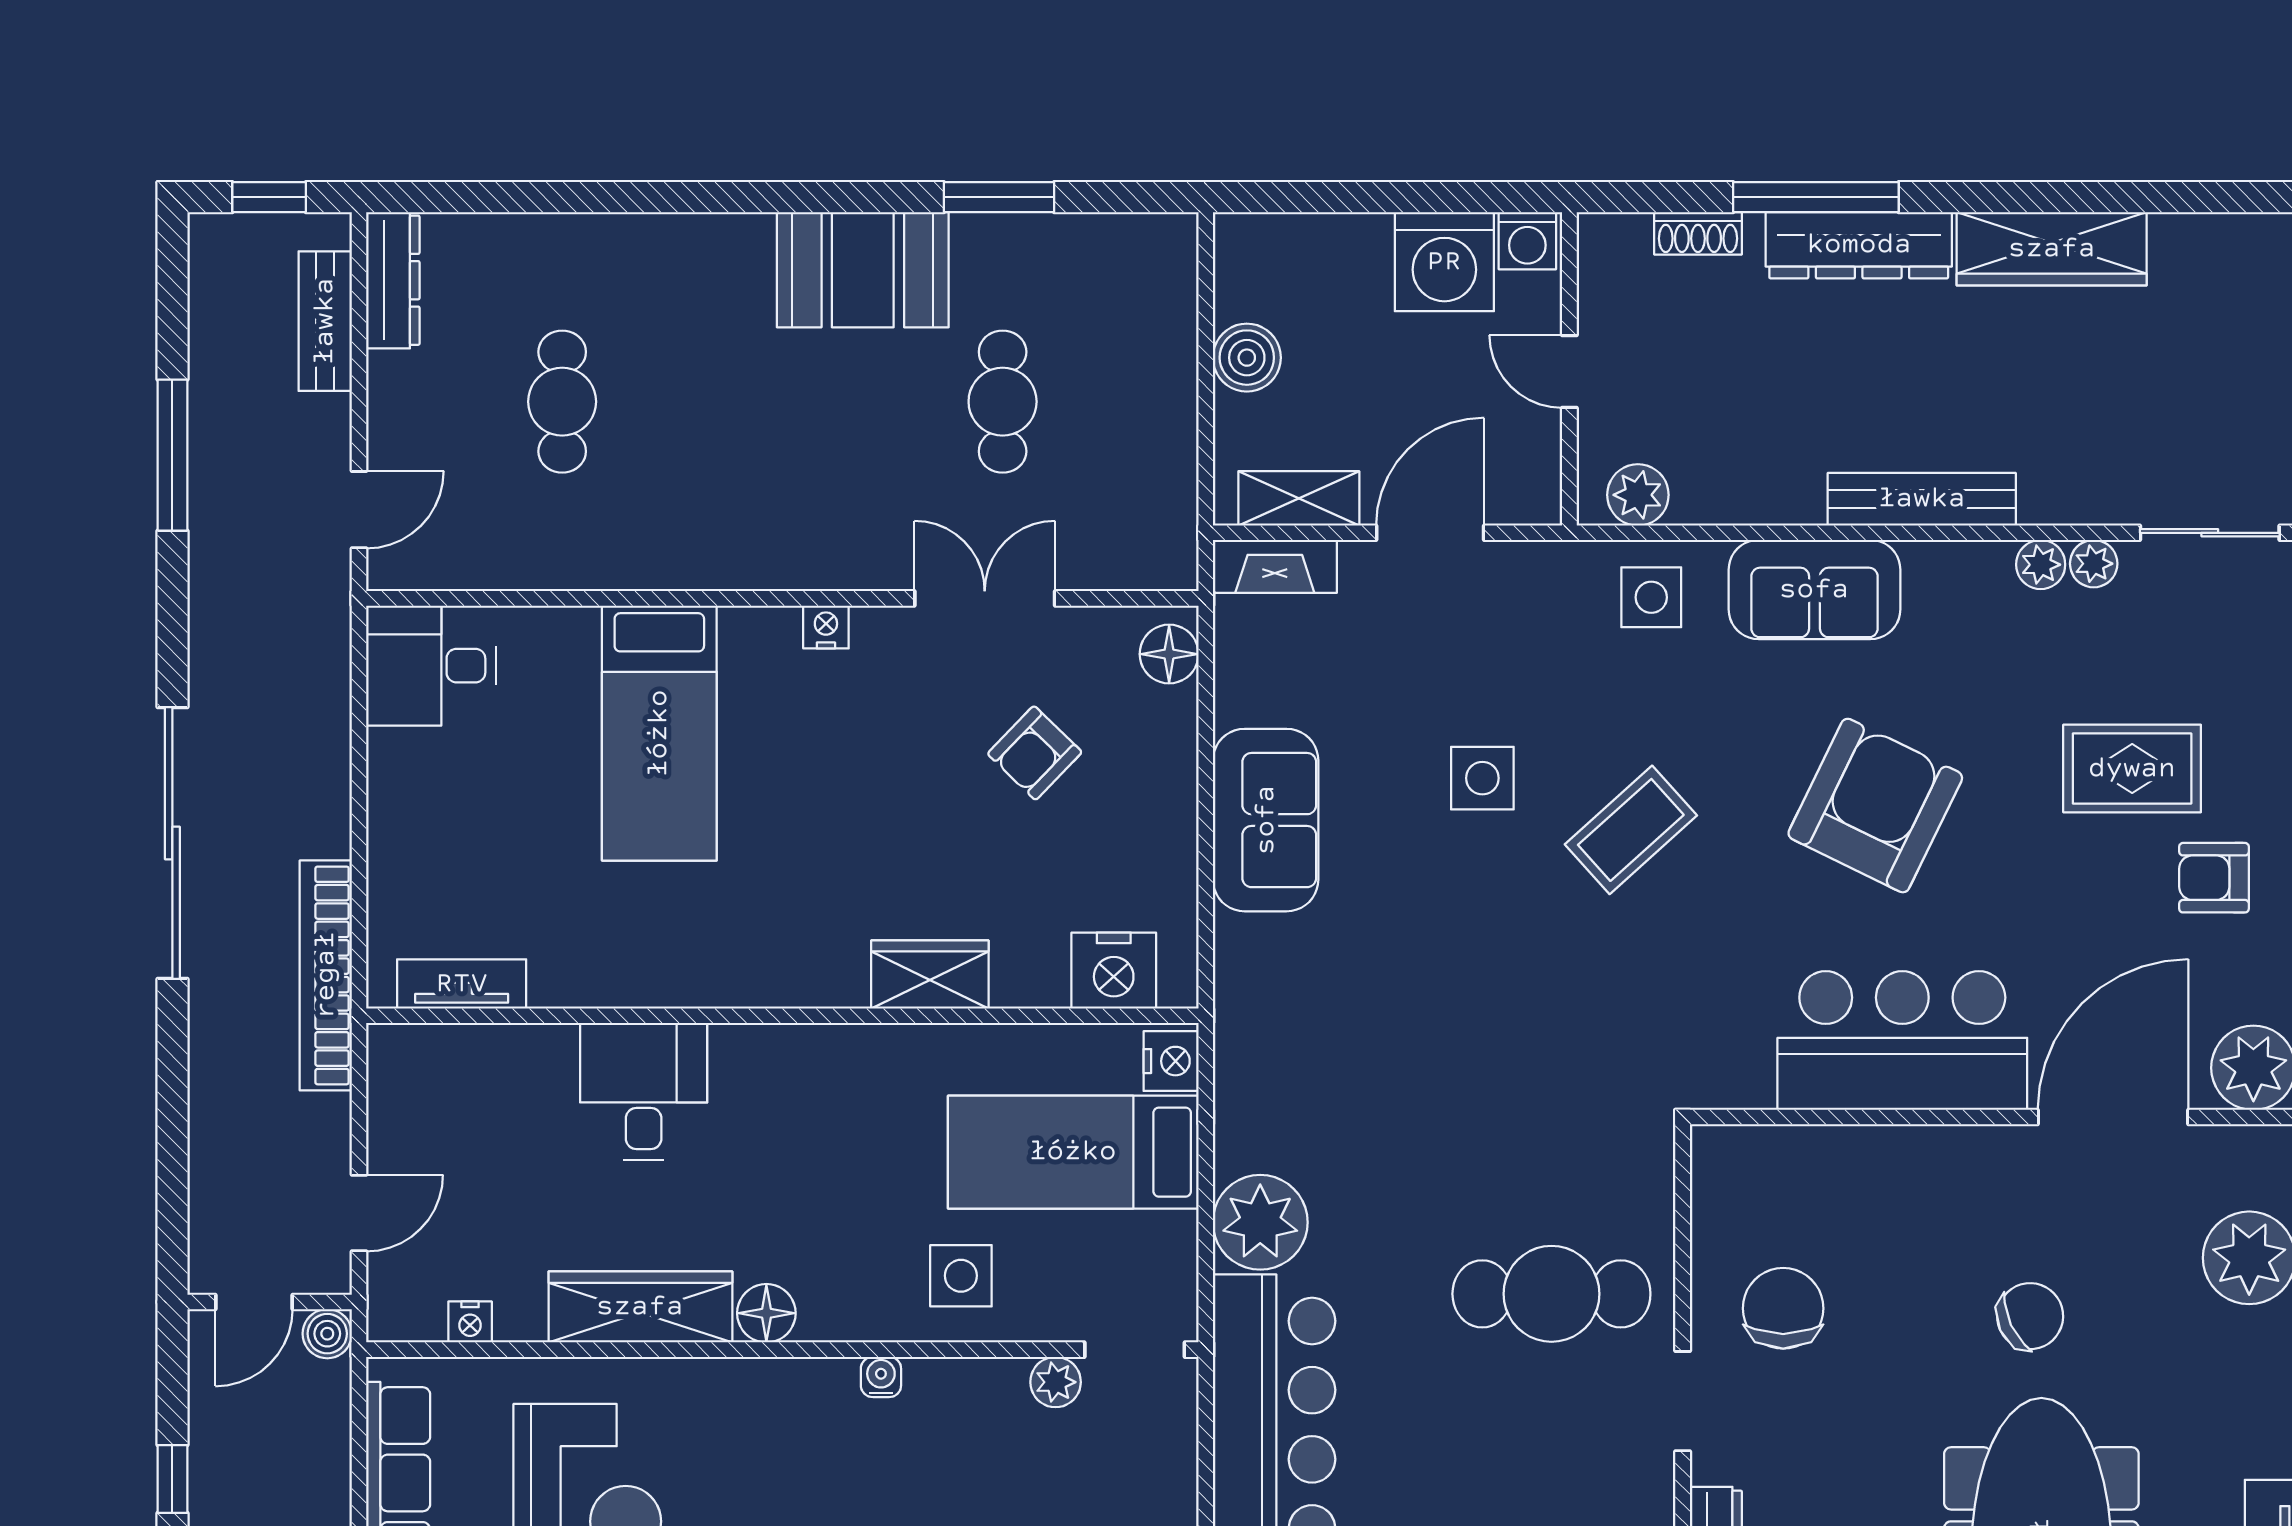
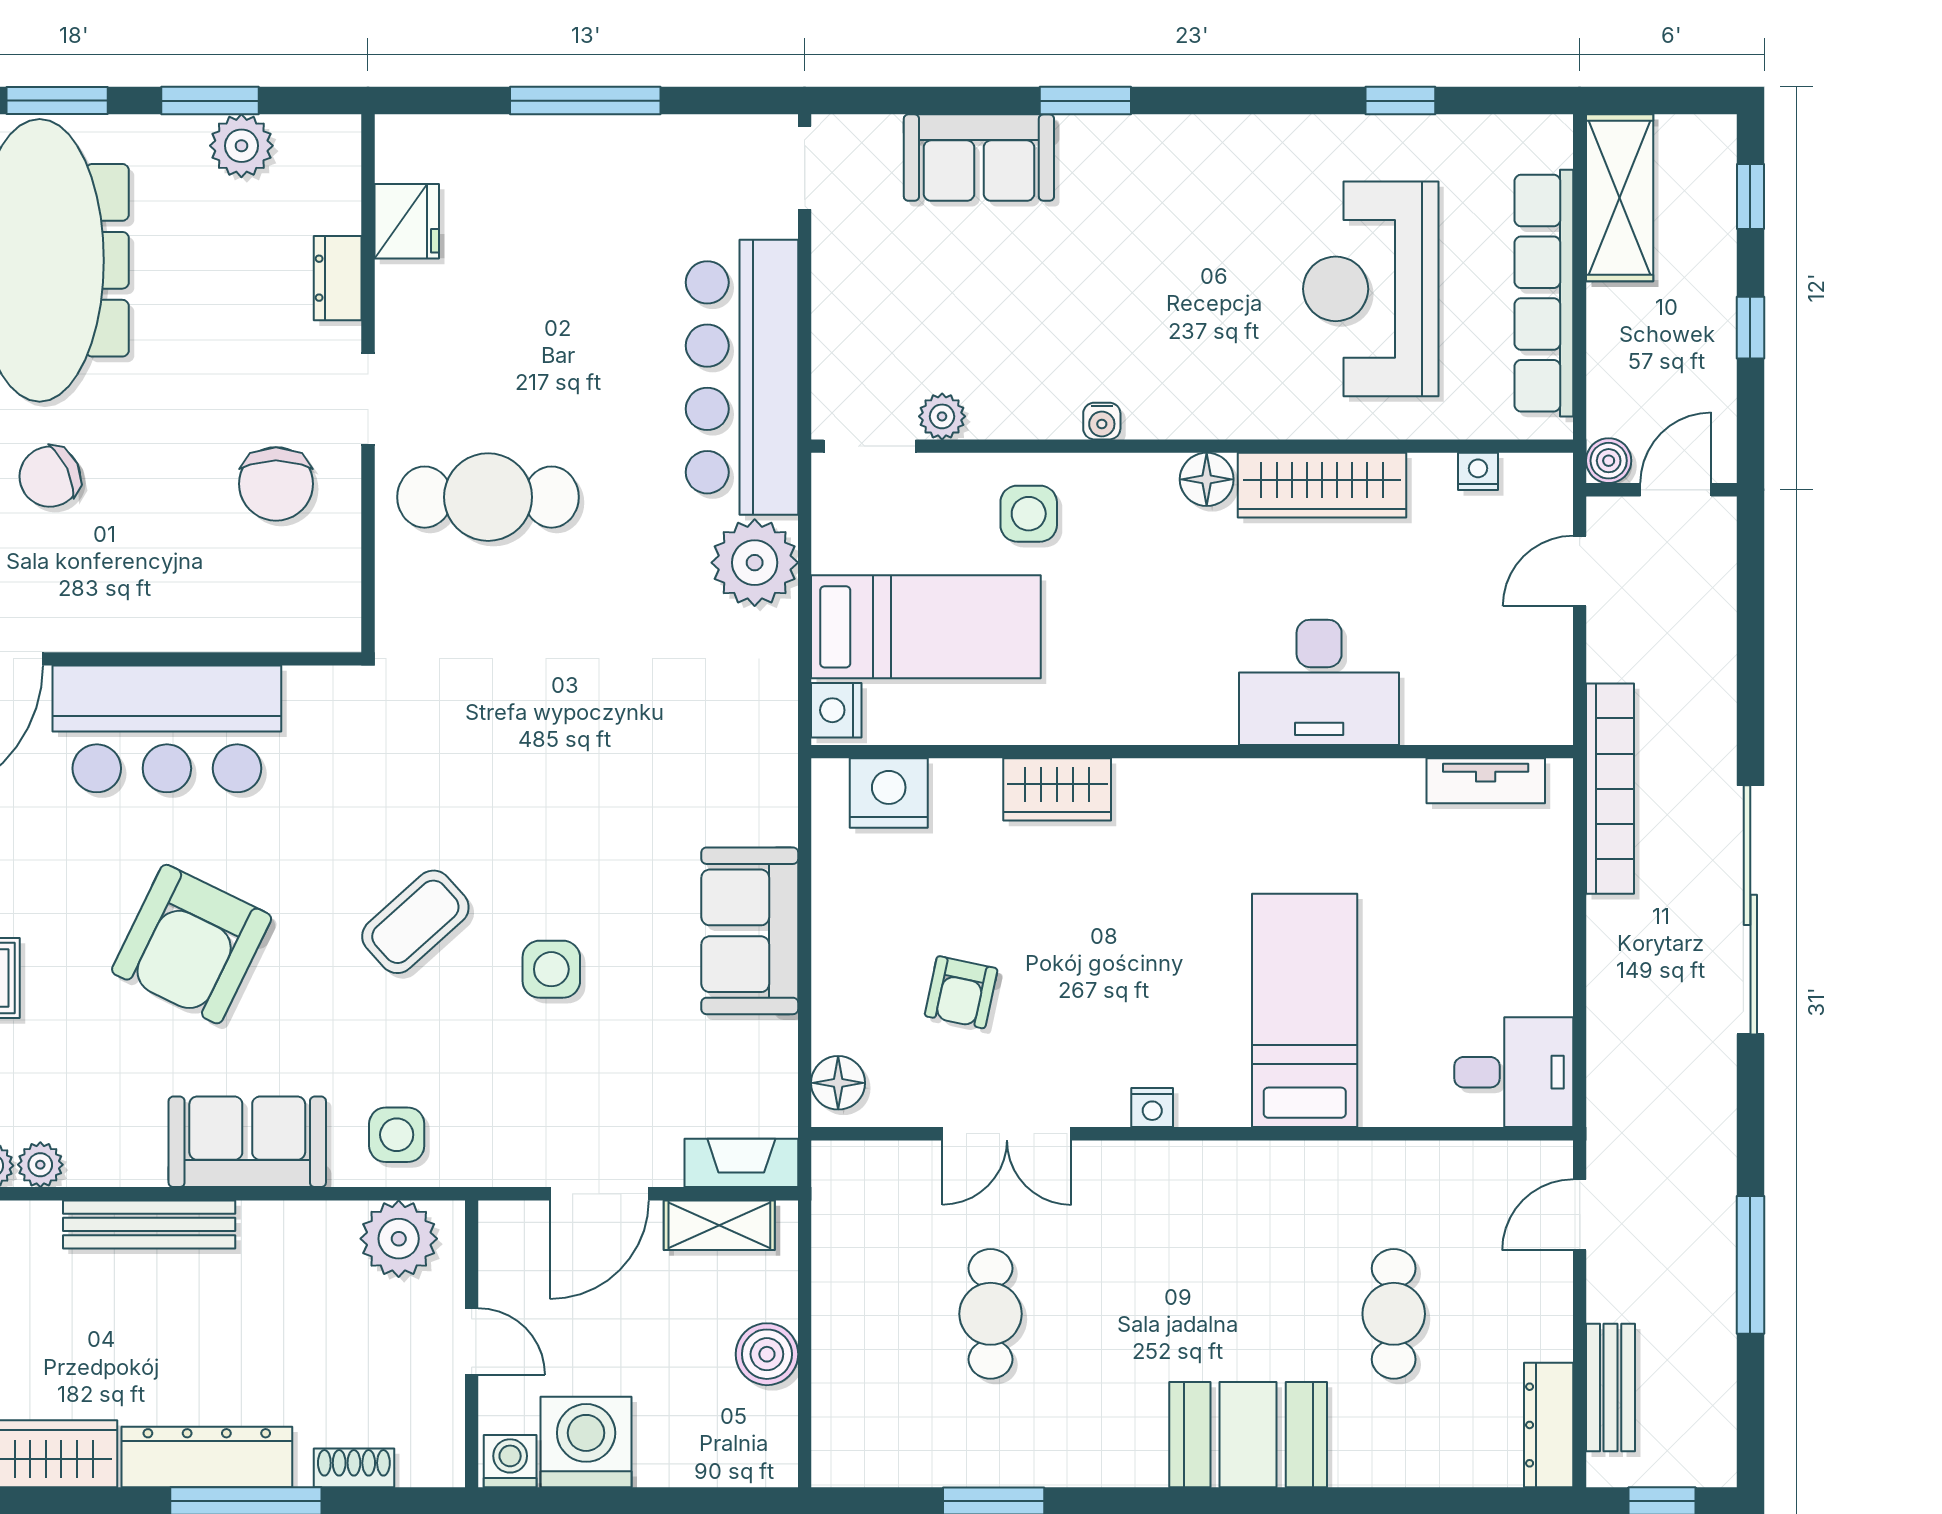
booth: (863, 270) -> (1248, 1435), moved
plant: (1638, 495) -> (399, 1239), width x1.36, depth x1.36
armchair: (1035, 753) -> (961, 992), turned 148
desk: (644, 1091) -> (1319, 682), width x1.37

